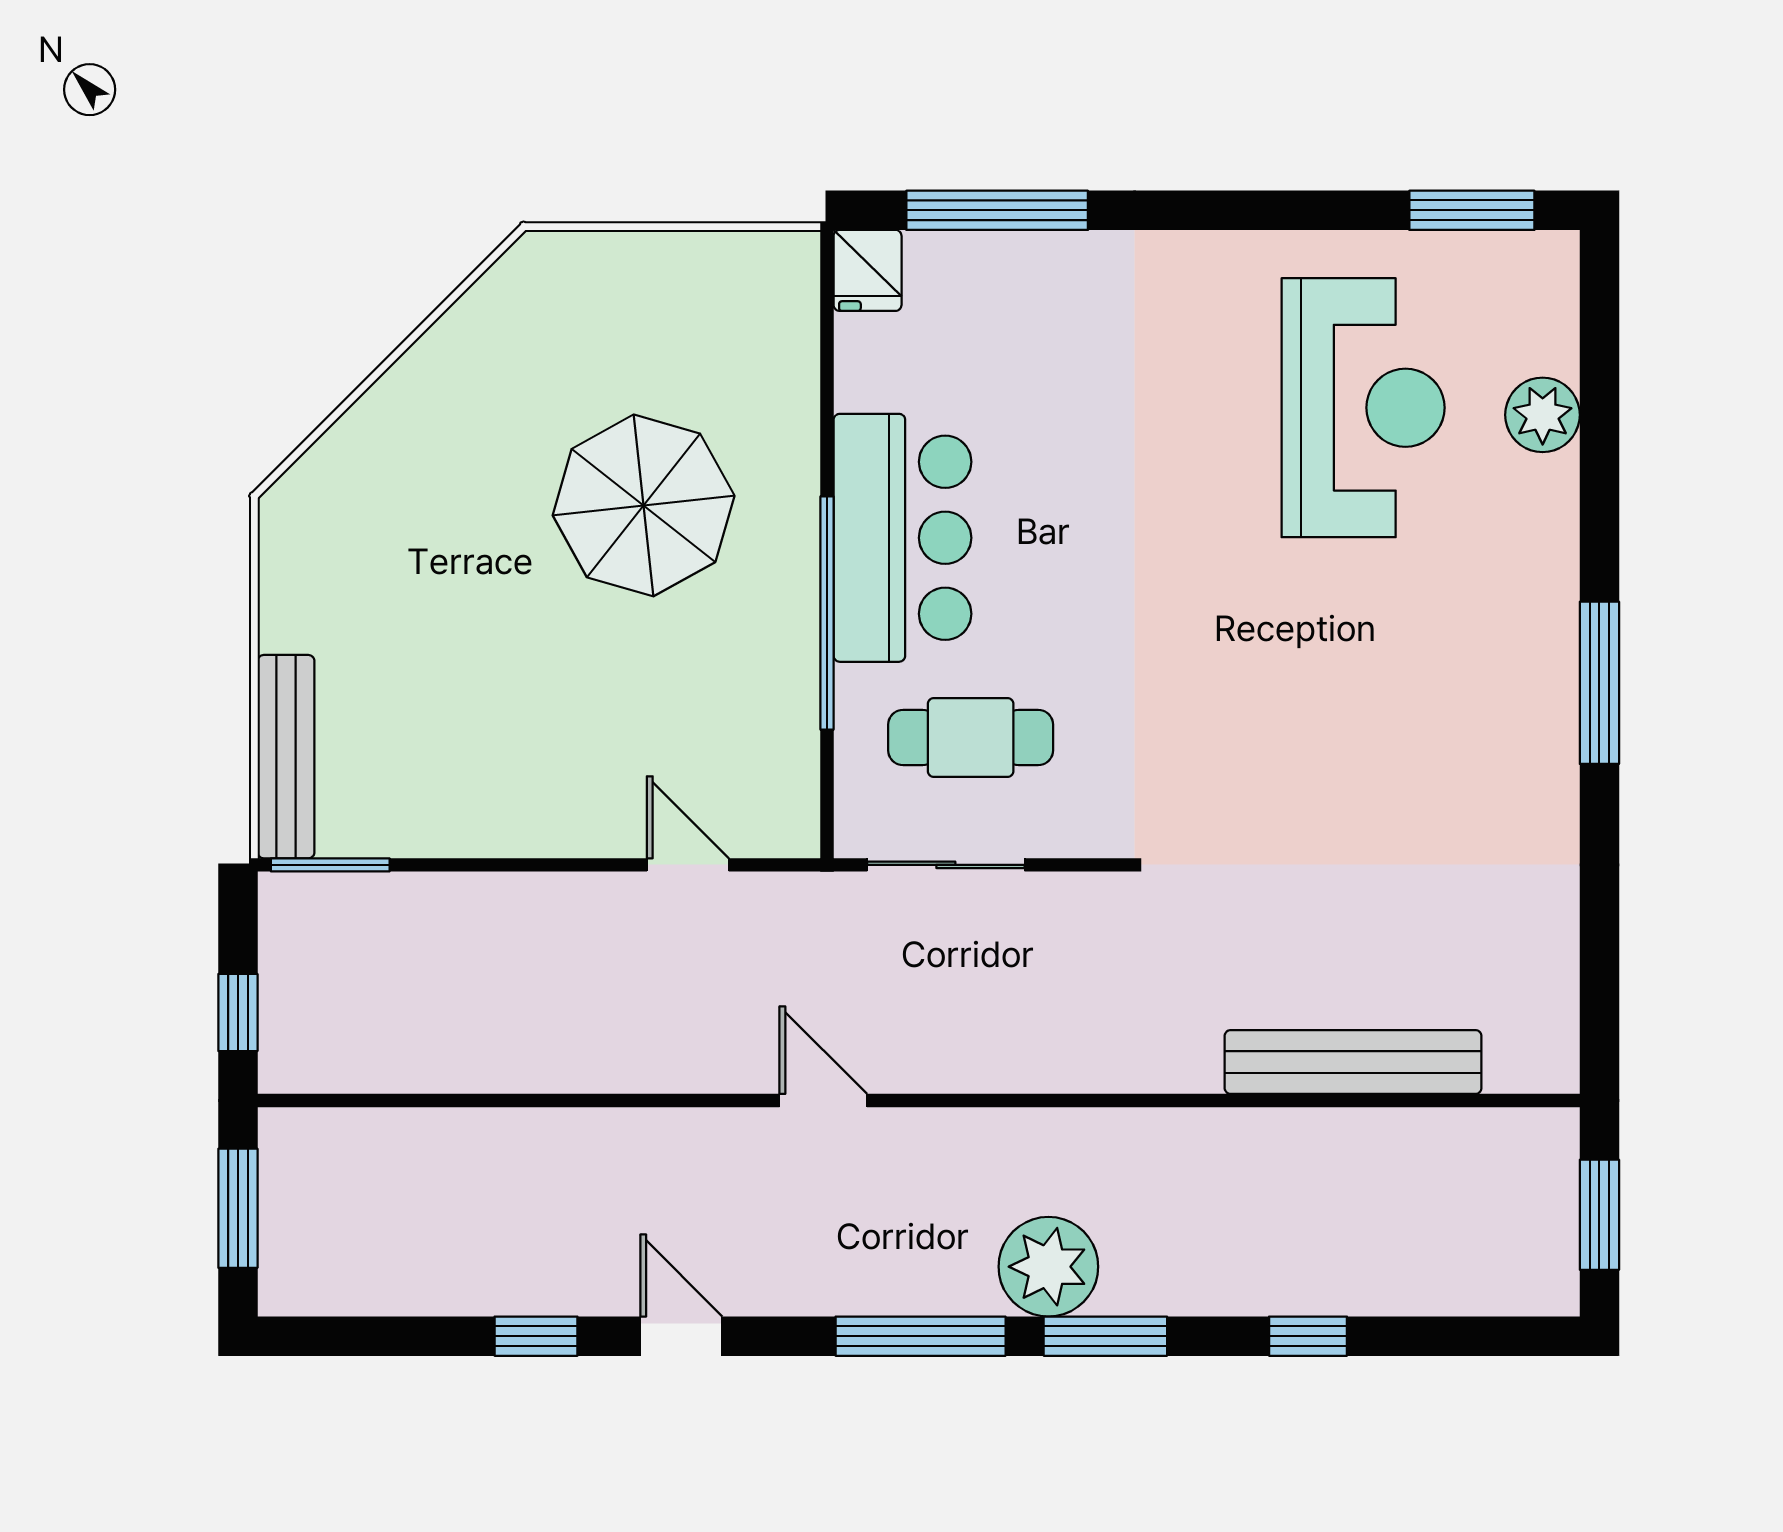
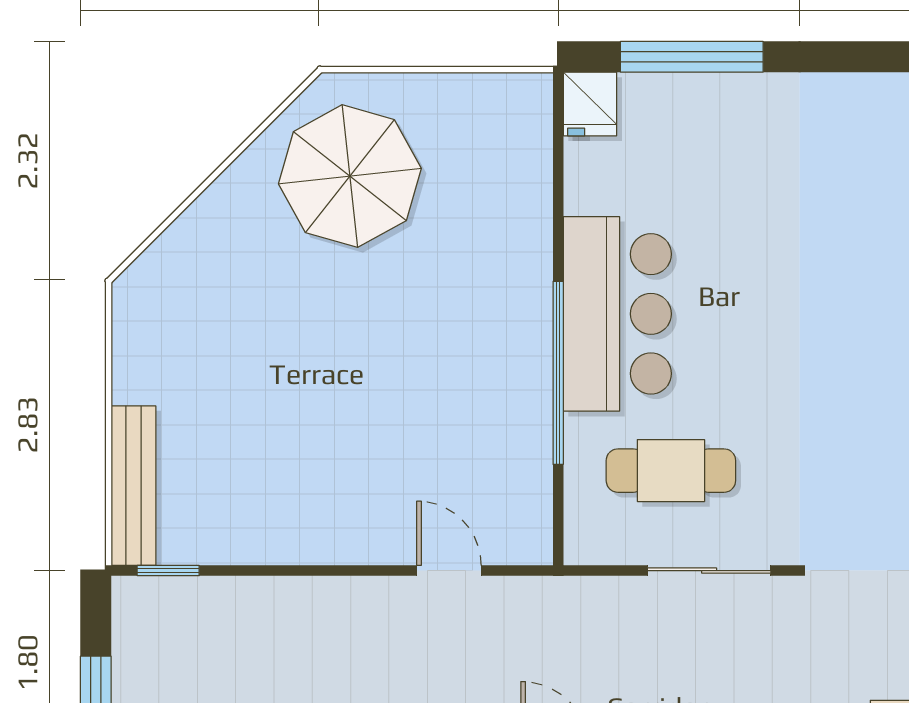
parasol: (644, 505) -> (350, 176), moved
window: (330, 865) -> (168, 571), width x0.67
sliding door: (946, 865) -> (709, 571), moved

